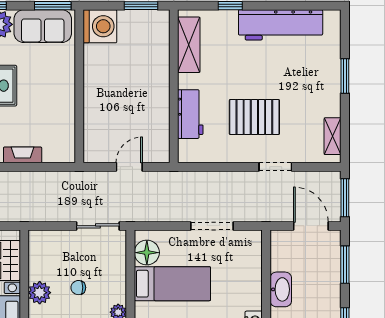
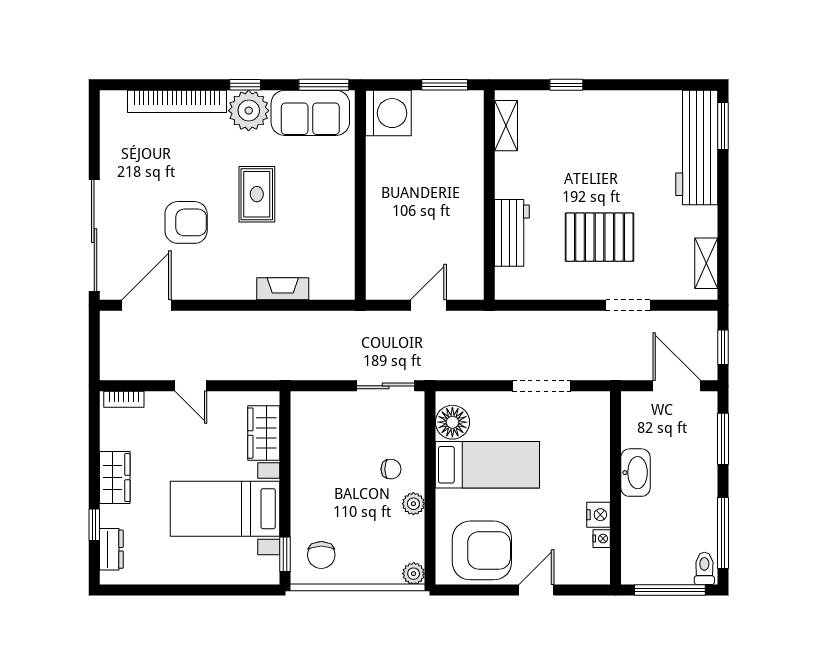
workbench: (281, 25) -> (697, 148), moved, turned 90
shelving: (189, 45) -> (506, 126), width x0.67, depth x0.75
window: (345, 76) -> (723, 126), moved
window: (345, 198) -> (723, 347), width x0.67
chair: (78, 288) -> (391, 469), moved, turned 180
plant: (40, 293) -> (306, 477), removed

